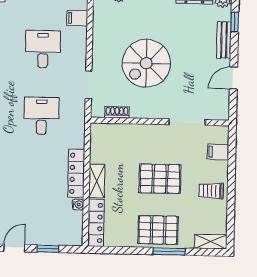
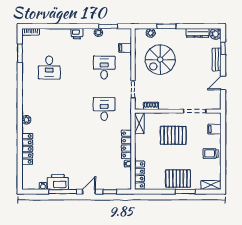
spiral stairs: (146, 63) -> (160, 60), moved
pallet: (160, 179) -> (173, 135), moved
shelving: (97, 181) -> (139, 123), moved

